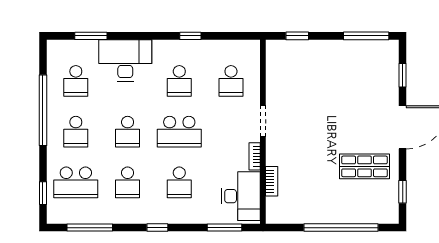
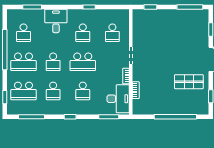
desk: (125, 60) -> (56, 21), width x0.73
school desk: (76, 132) -> (23, 62), width x1.85

